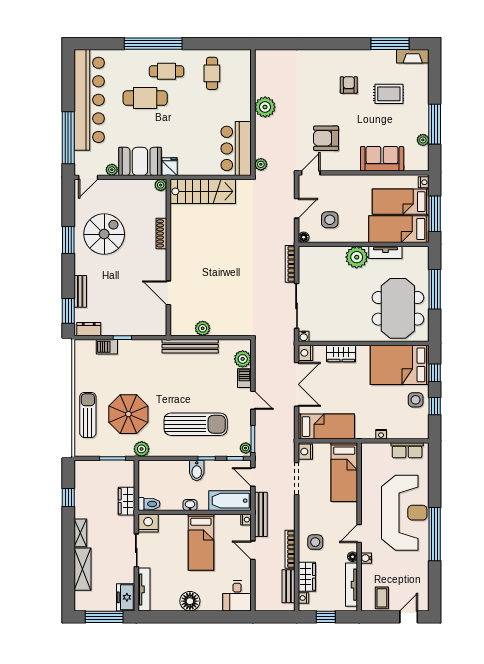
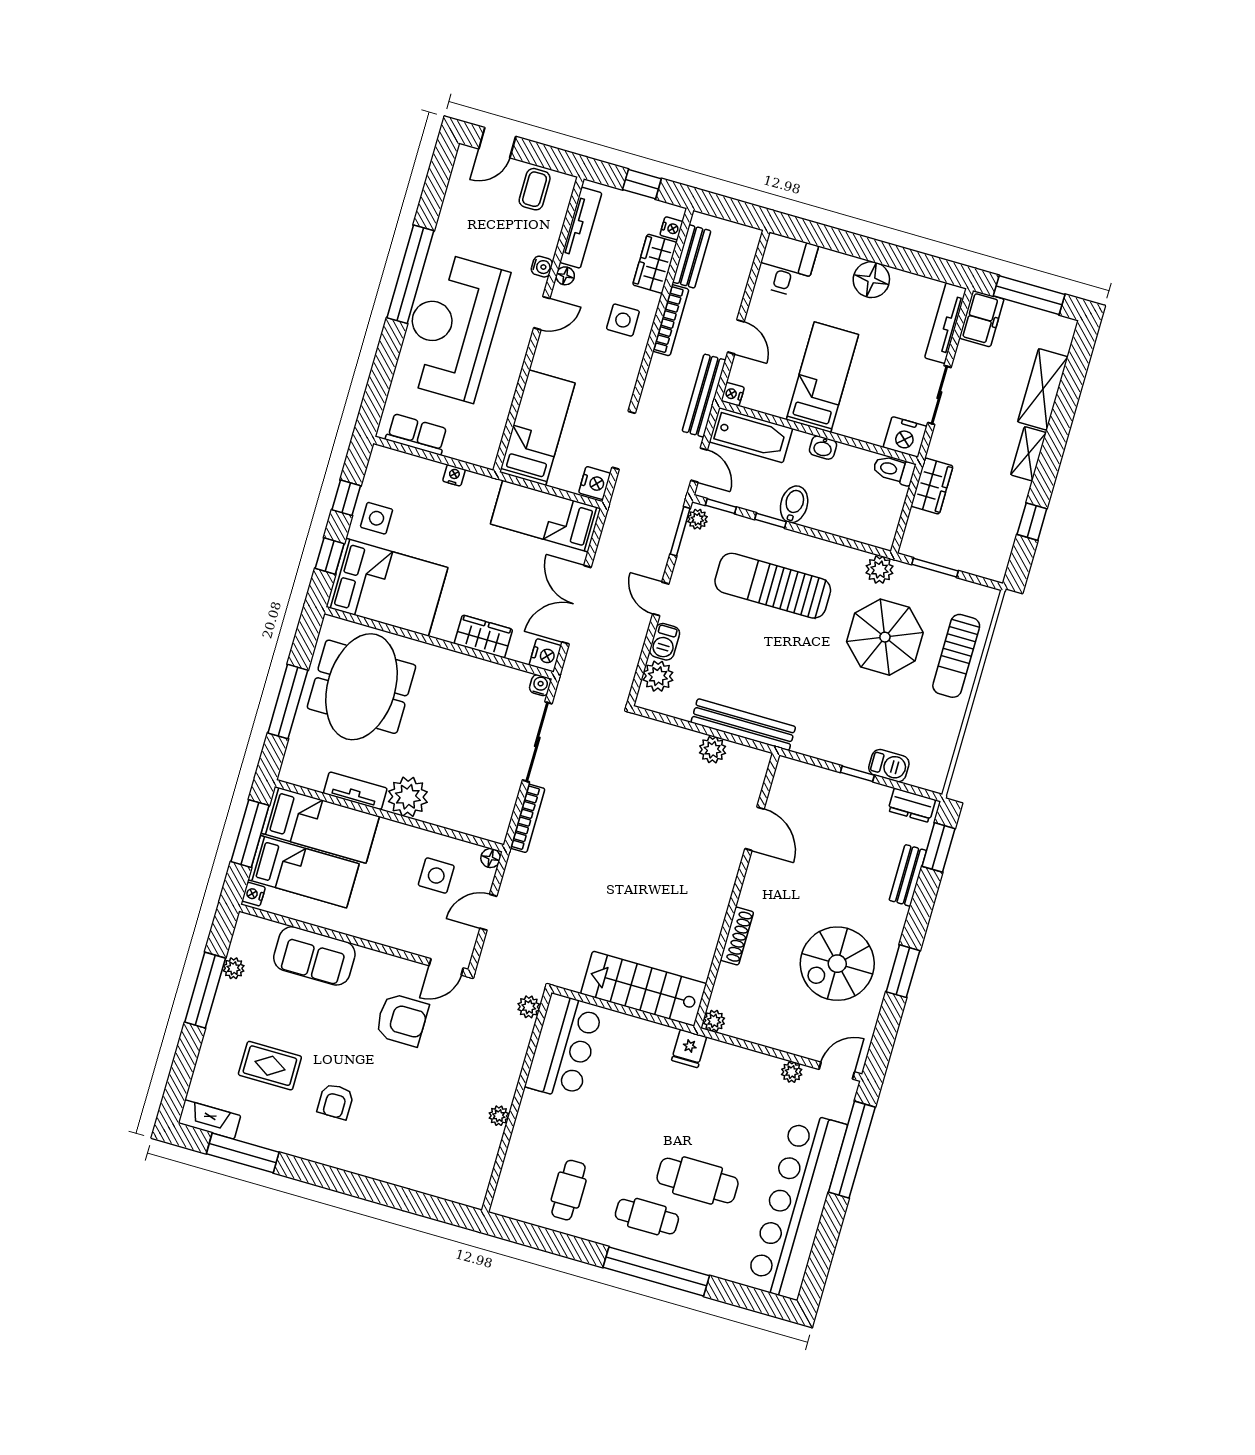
plant: (265, 107) -> (499, 1116), width x0.53, depth x0.53
booth: (140, 161) -> (738, 1073), removed

